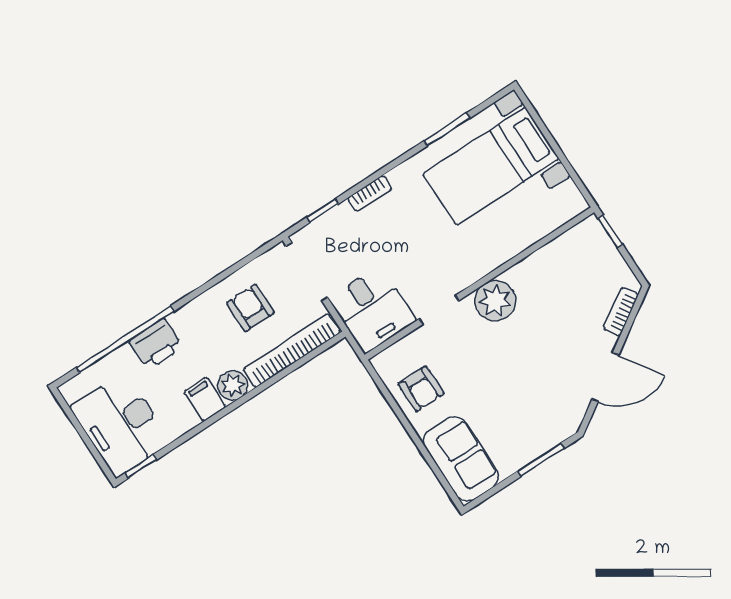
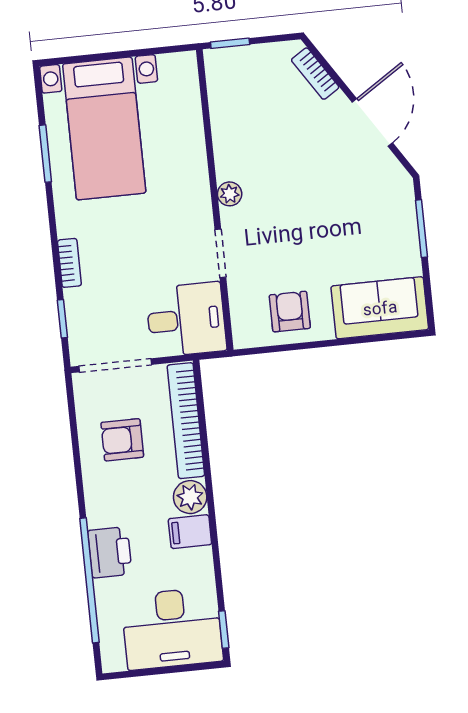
plant: (495, 301) -> (230, 194), width x0.53, depth x0.53
armchair: (421, 389) -> (290, 312), turned -90

